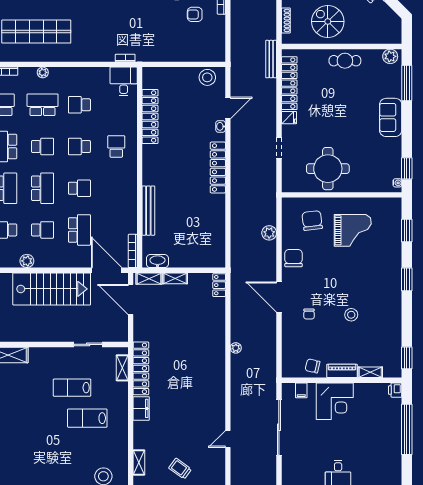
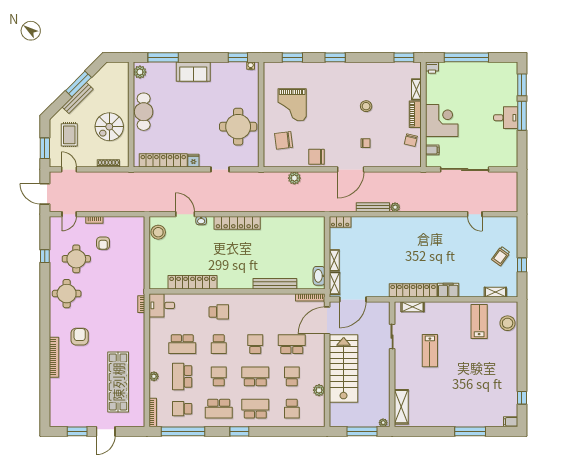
bench: (271, 59) -> (373, 207), moved
cafe table: (345, 61) -> (144, 112), width x1.37, depth x1.35
school desk: (79, 105) -> (182, 344), width x1.85
school desk: (116, 147) -> (219, 312), turned 180
grand piano: (353, 230) -> (292, 105), turned 180
lab bench: (87, 418) -> (479, 321), moved, turned 180

